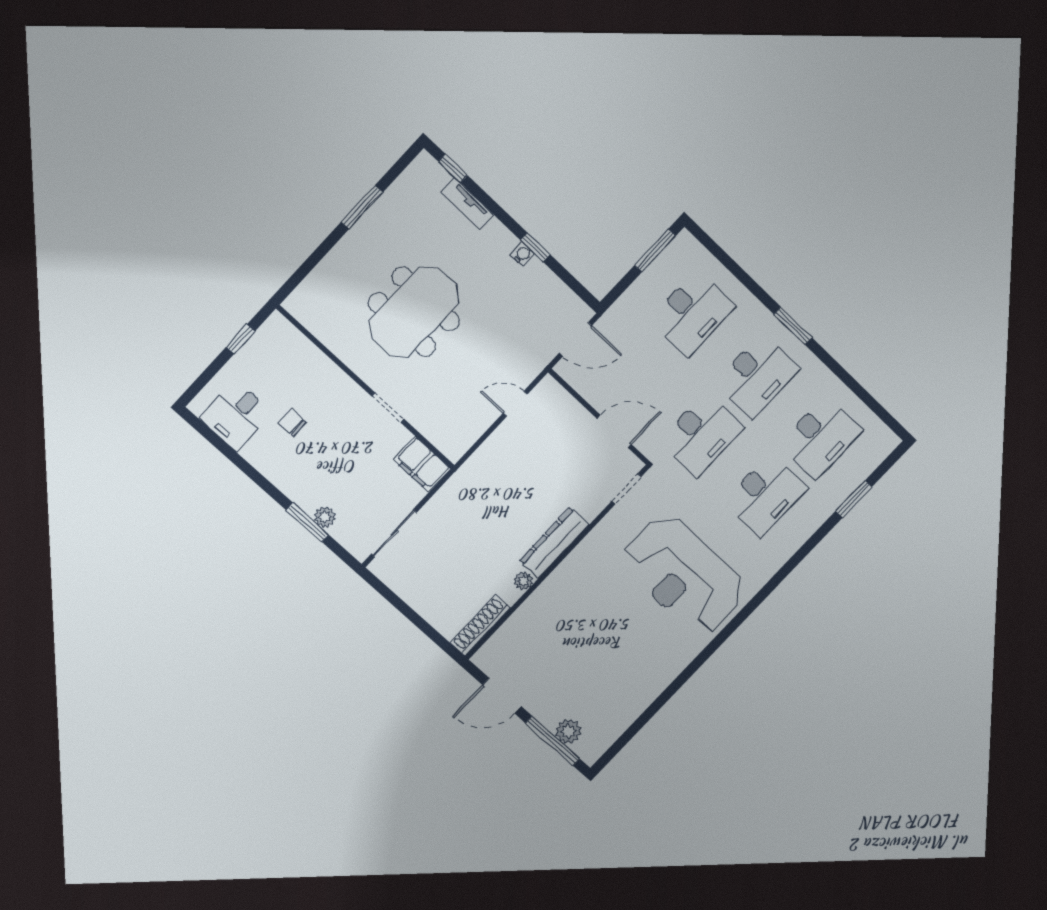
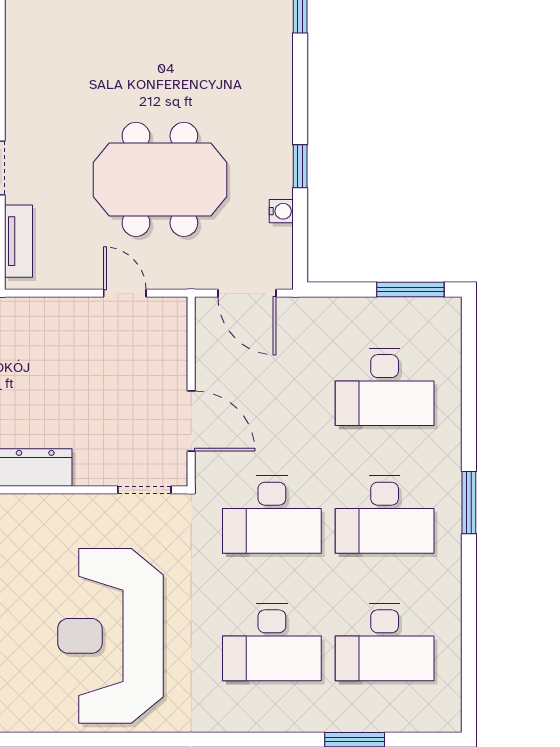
tv unit: (468, 204) -> (18, 241), moved, turned 180
water cooler: (522, 254) -> (281, 211), moved
meeting table: (414, 312) -> (160, 179), moved

